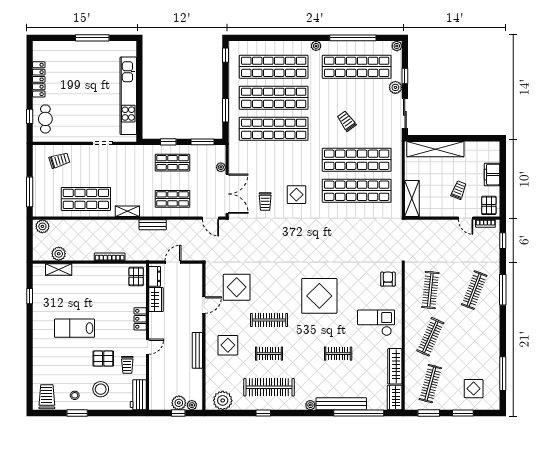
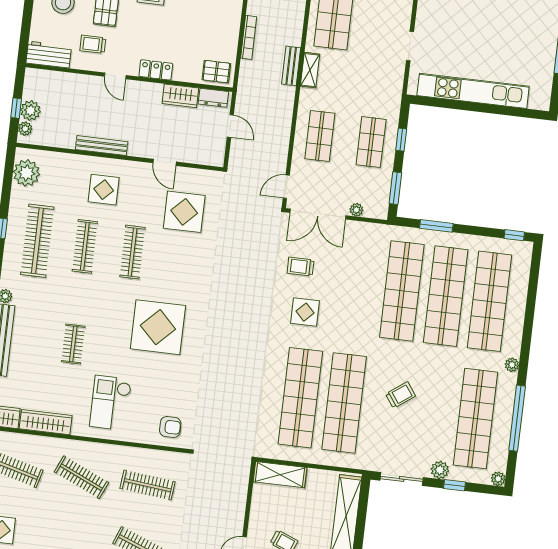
bench: (153, 225) -> (291, 66), moved
checkout: (376, 323) -> (110, 403), turned 180
clothes rail: (269, 354) -> (85, 246), width x1.36

